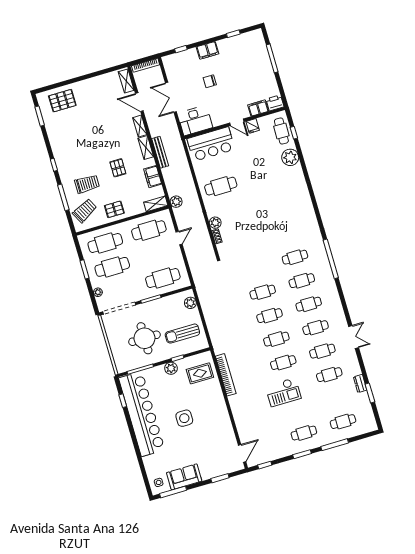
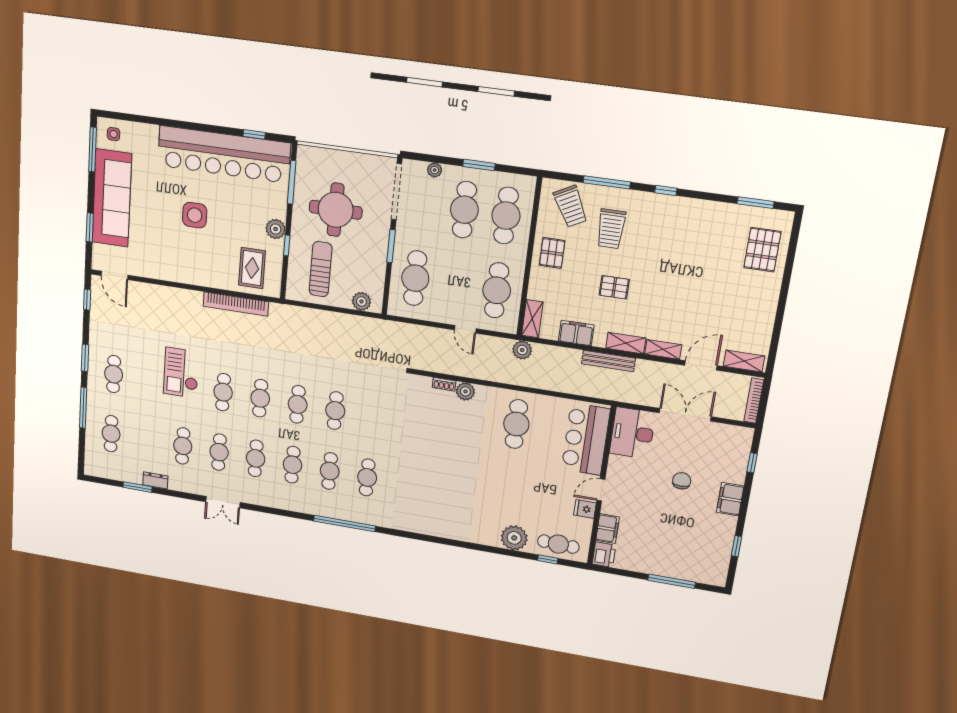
sofa: (184, 477) -> (112, 198), width x1.85, depth x1.27

